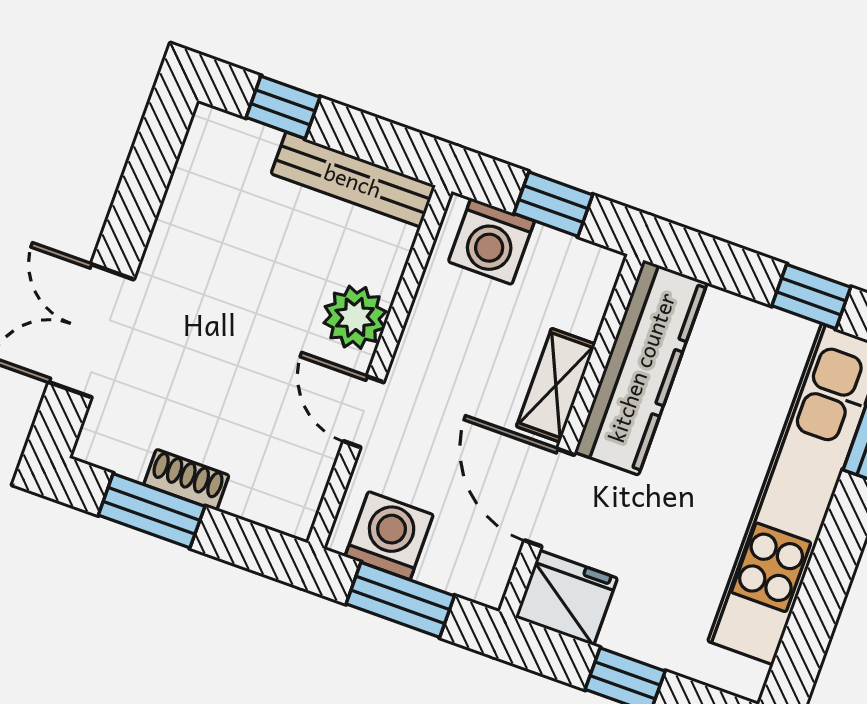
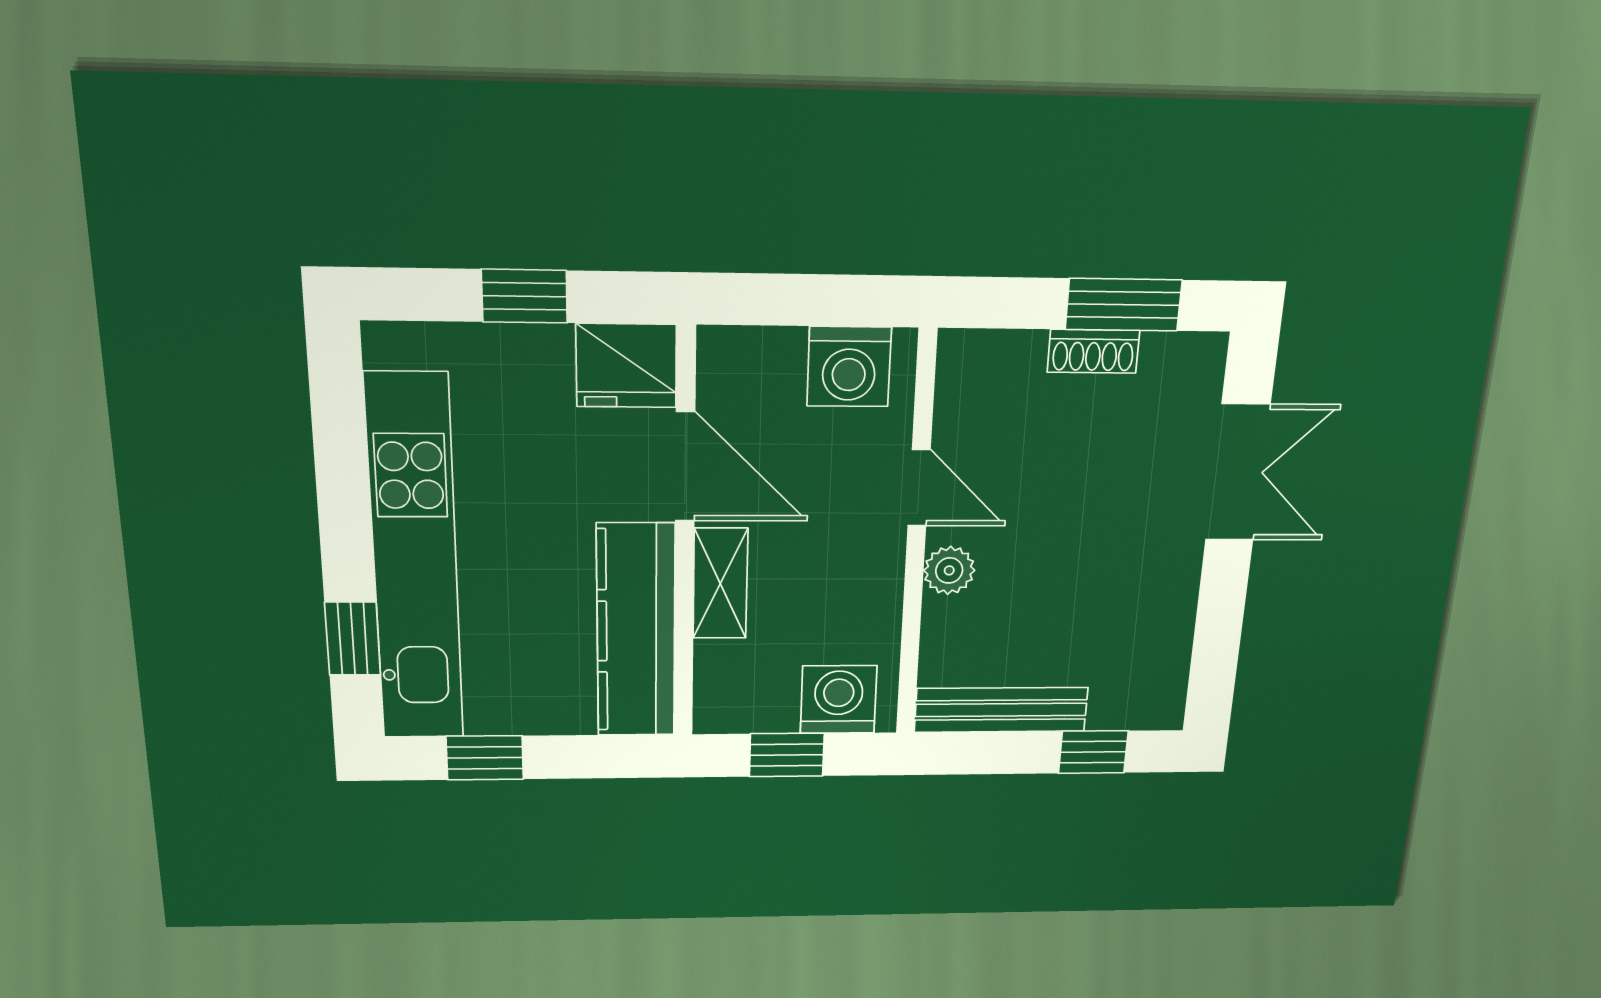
plant: (355, 317) -> (949, 570), width x0.73, depth x0.73
window: (400, 600) -> (813, 300), removed

